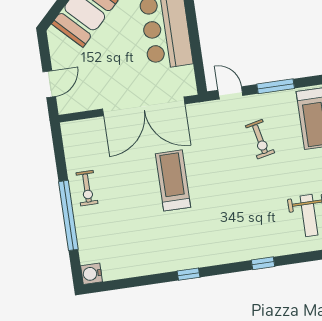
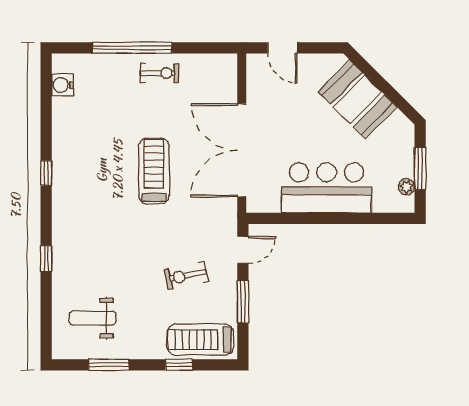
treadmill: (173, 180) -> (154, 171), turned -90
exercise bike: (87, 188) -> (159, 73), turned 180
water cooler: (91, 274) -> (63, 85), moved, turned -90

